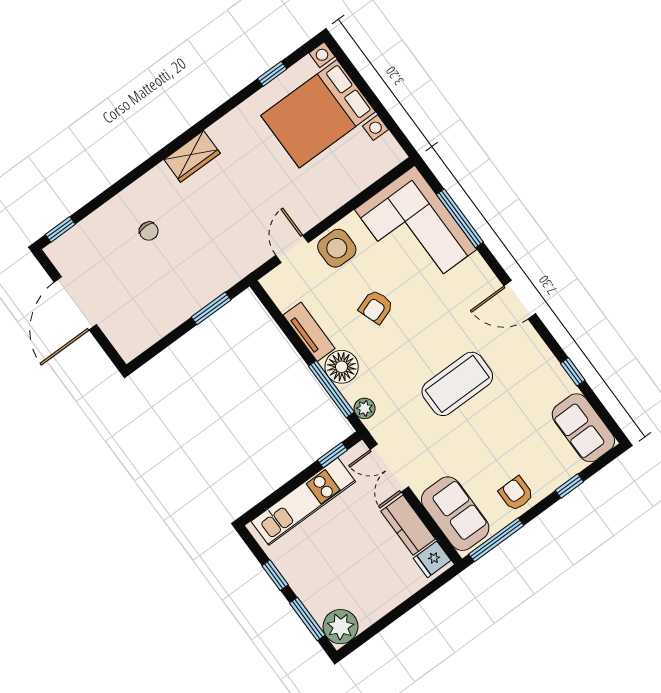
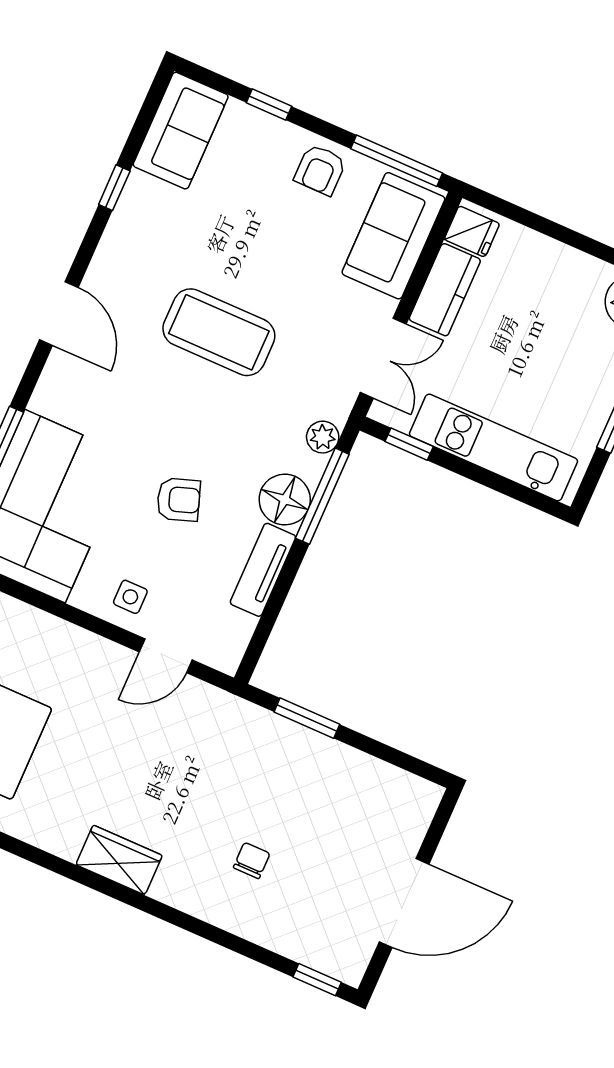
side table: (337, 248) -> (130, 597), width x0.54, depth x0.54

